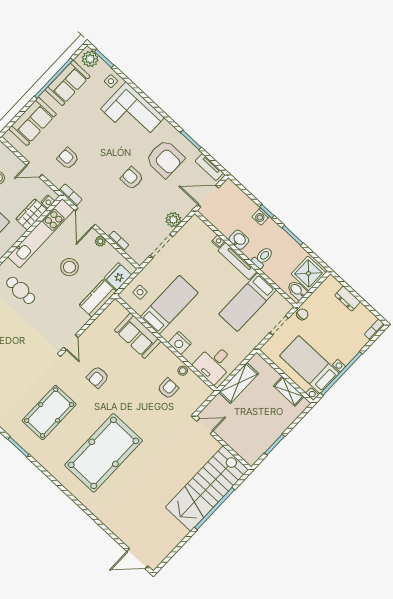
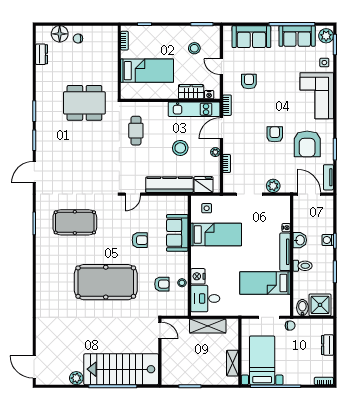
kitchen unit: (41, 233) -> (194, 109), width x0.73
kitchen counter: (98, 298) -> (169, 185), width x1.50
nightstand: (180, 343) -> (198, 276), moved
armchair: (98, 377) -> (140, 240), moved, turned 180
pool table: (104, 453) -> (106, 282), moved
plant: (179, 533) -> (76, 378), added

